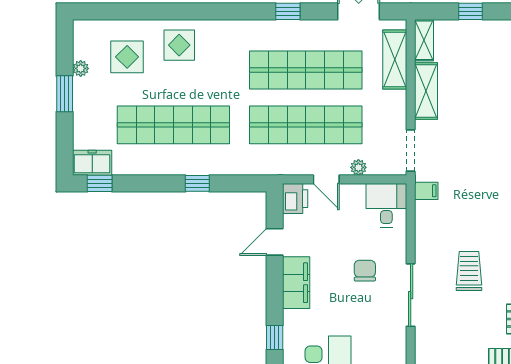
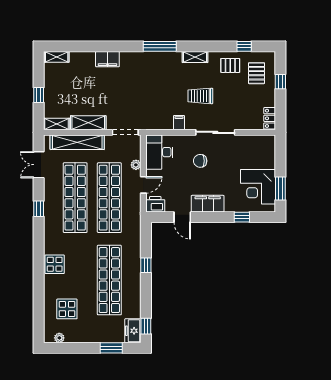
display table: (179, 45) -> (55, 264), moved
shelving: (395, 60) -> (77, 142), width x1.47
plant: (81, 68) -> (59, 338), moved
window: (65, 94) -> (111, 348), moved
filing cabinet: (426, 191) -> (179, 123), moved
desk: (386, 205) -> (159, 152), width x1.37

